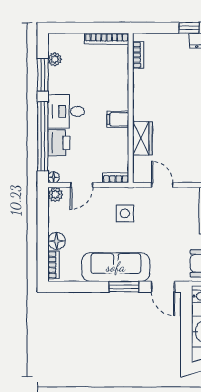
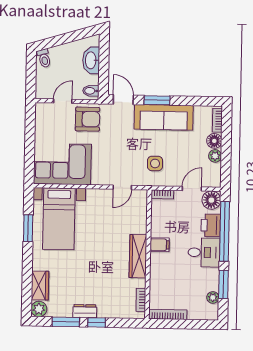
wardrobe: (142, 138) -> (138, 256), moved, width x1.50
floor lamp: (54, 177) -> (211, 200), width x1.89, depth x1.89
door: (162, 185) -> (122, 187), hinge flipped
plant: (55, 194) -> (215, 156), moved

